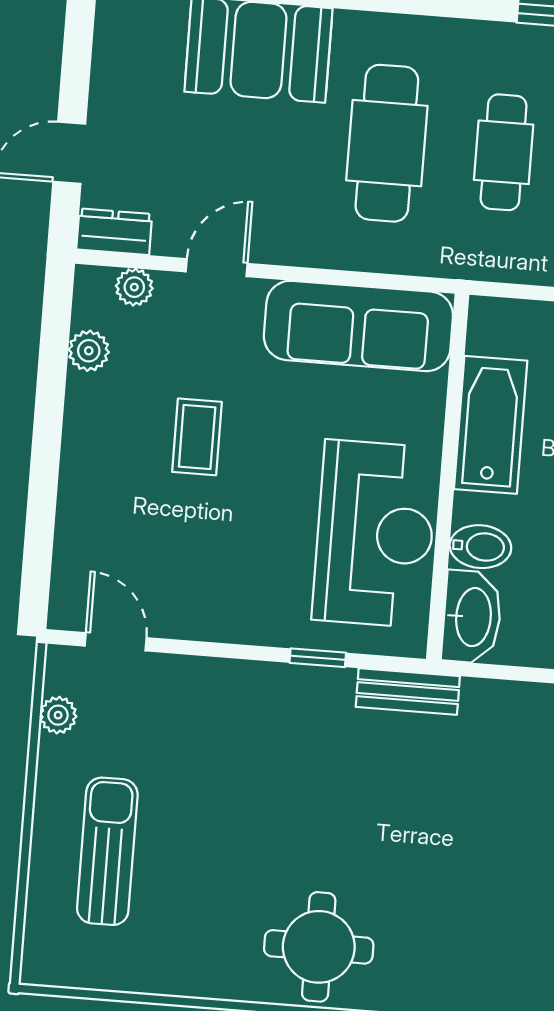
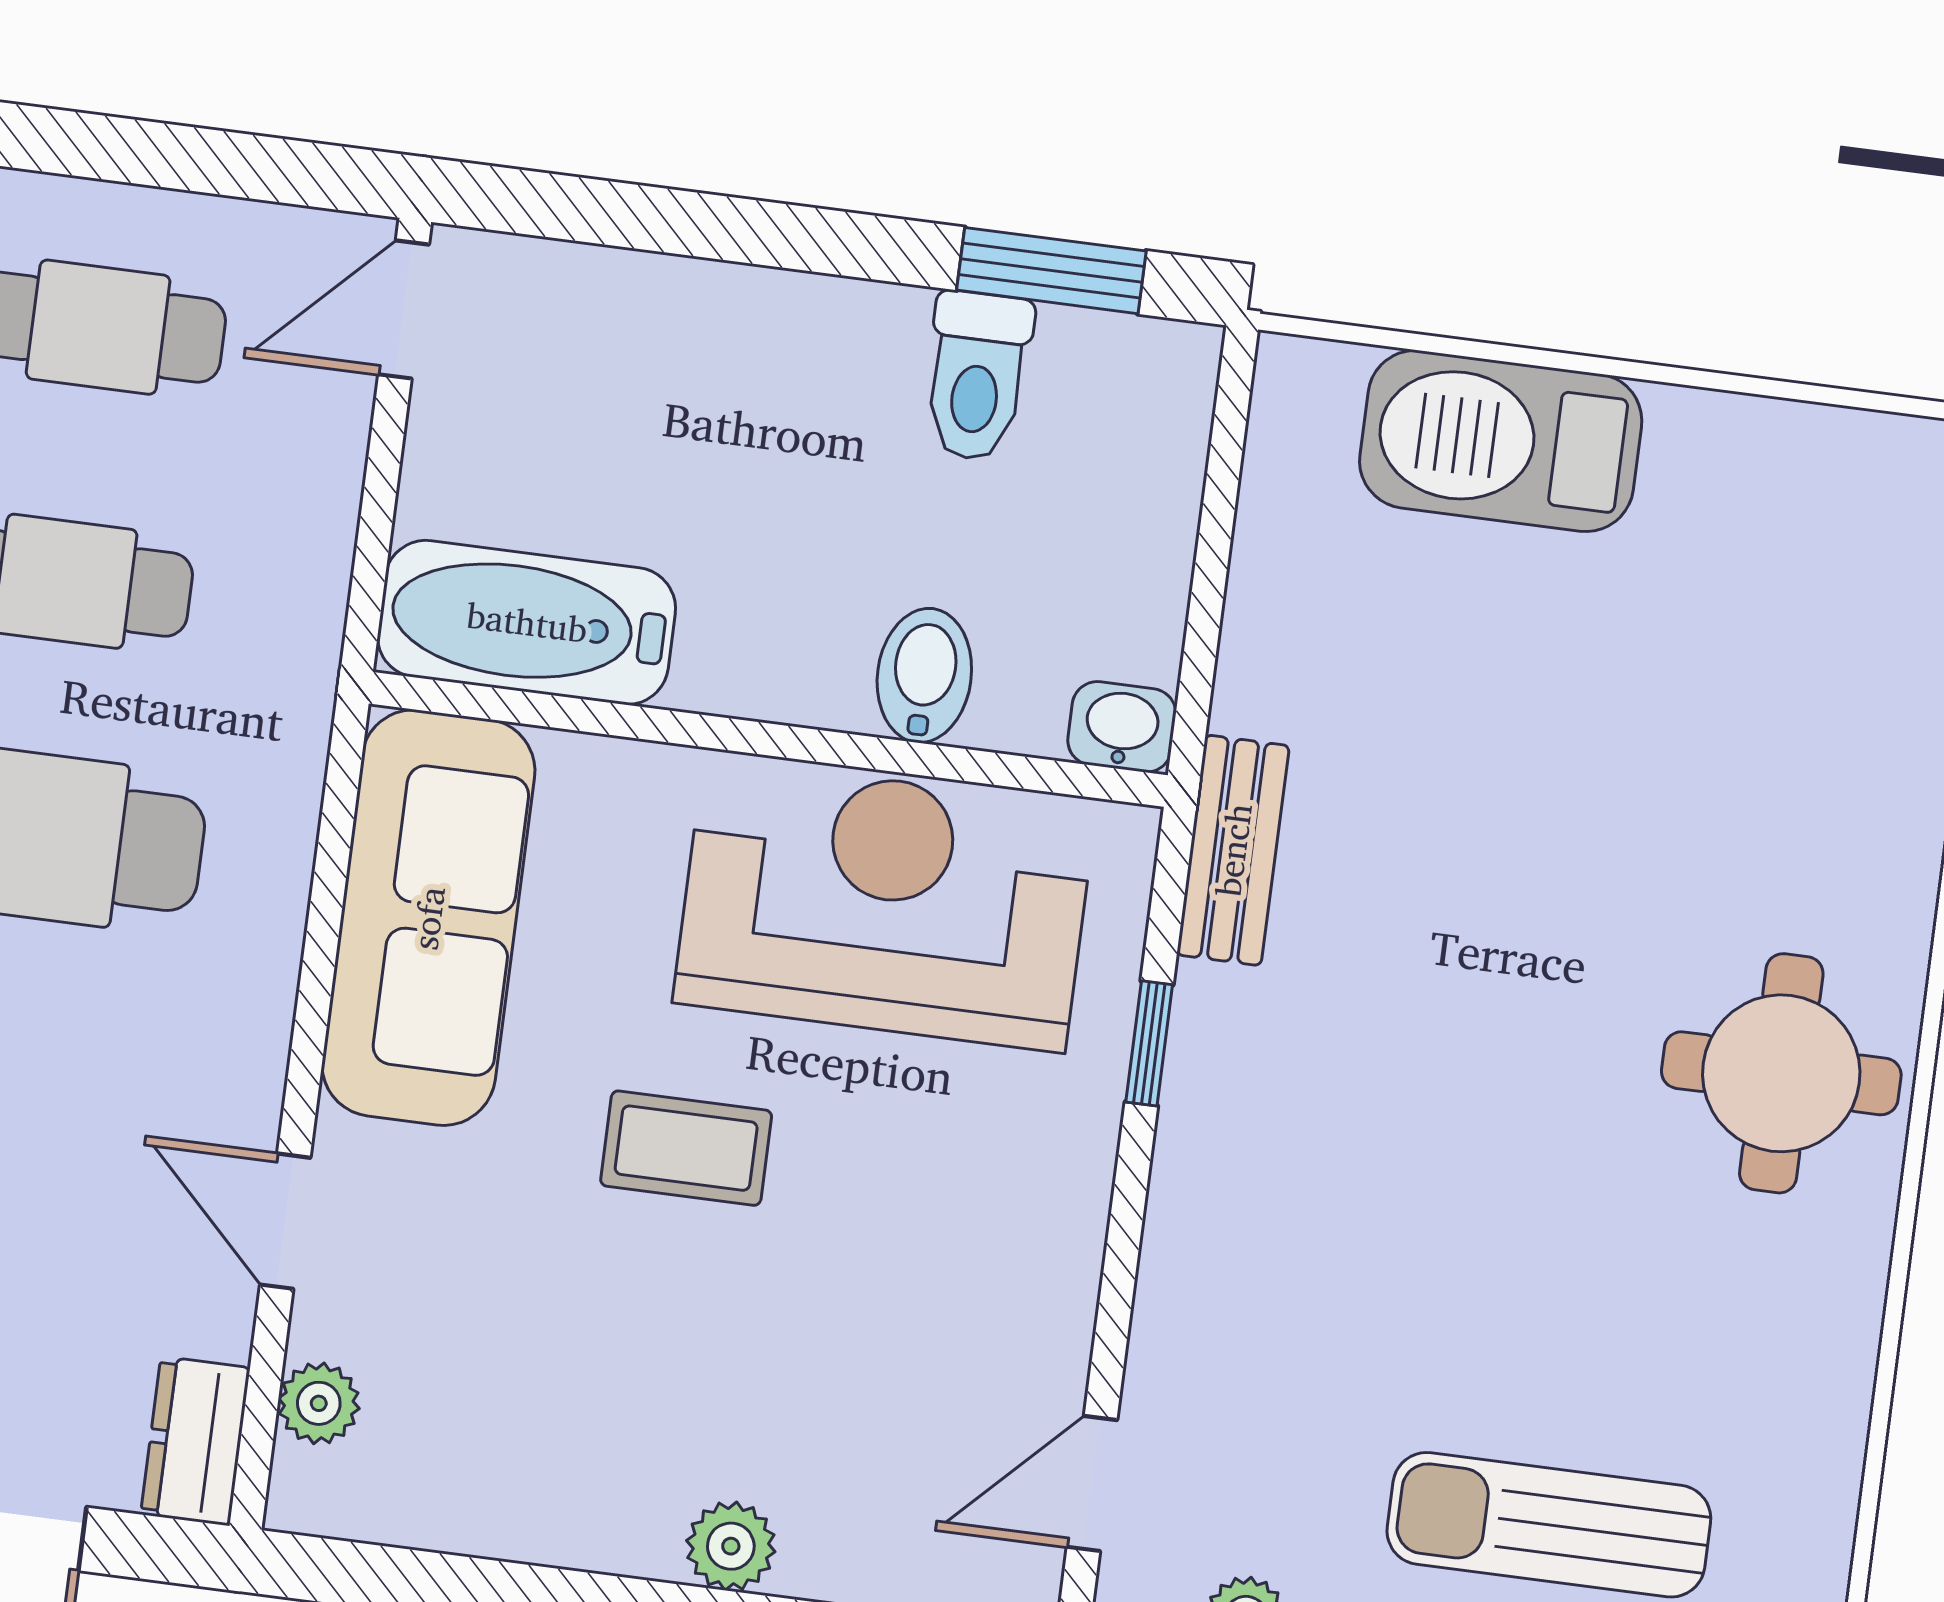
plant: (89, 351) -> (731, 1546), moved
bathtub: (491, 425) -> (527, 622), moved
coffee table: (197, 437) -> (686, 1148), moved
washbasin: (472, 617) -> (1122, 727), width x0.52, depth x0.69

